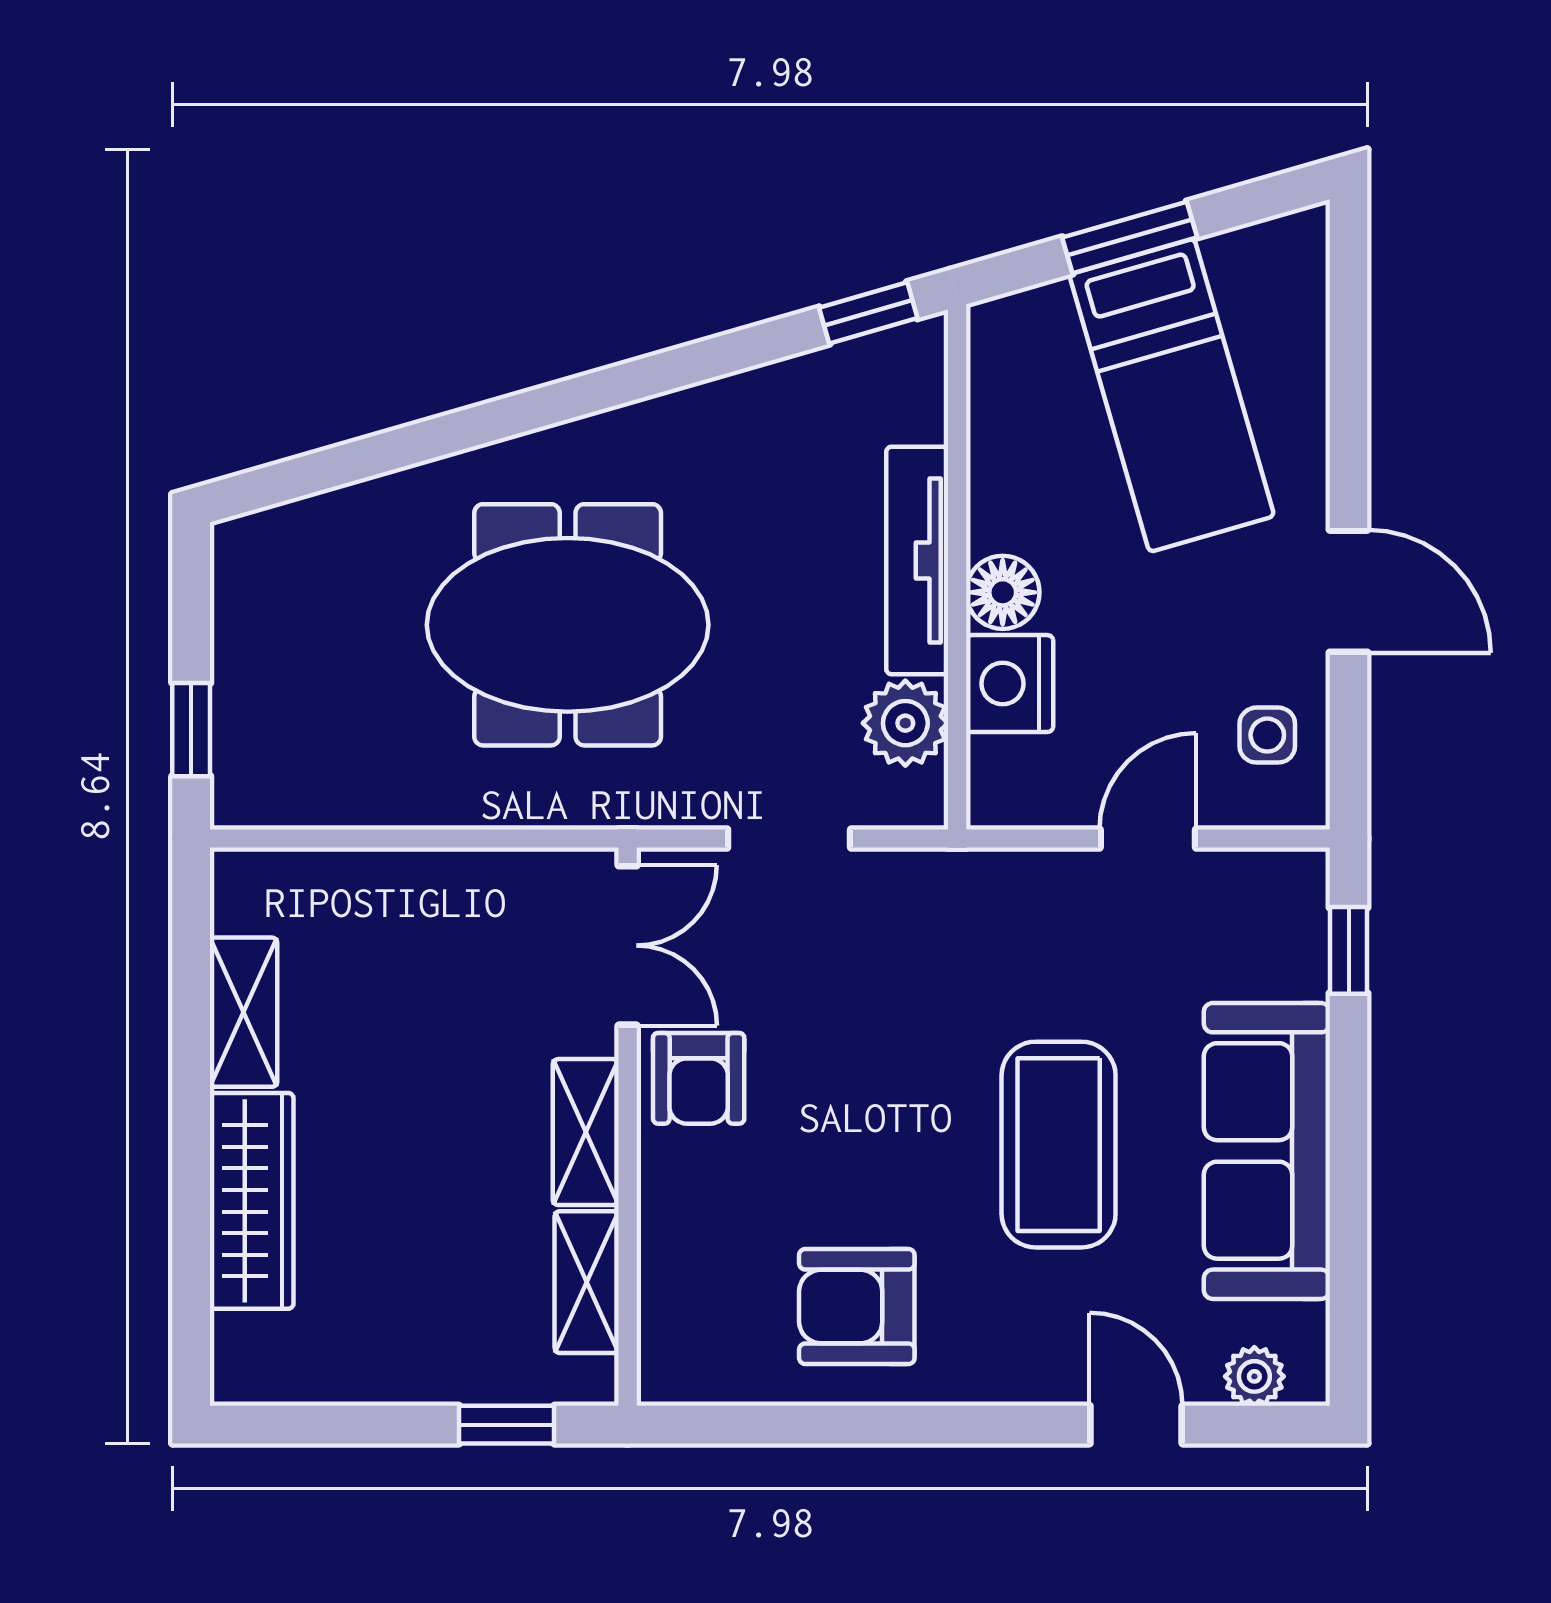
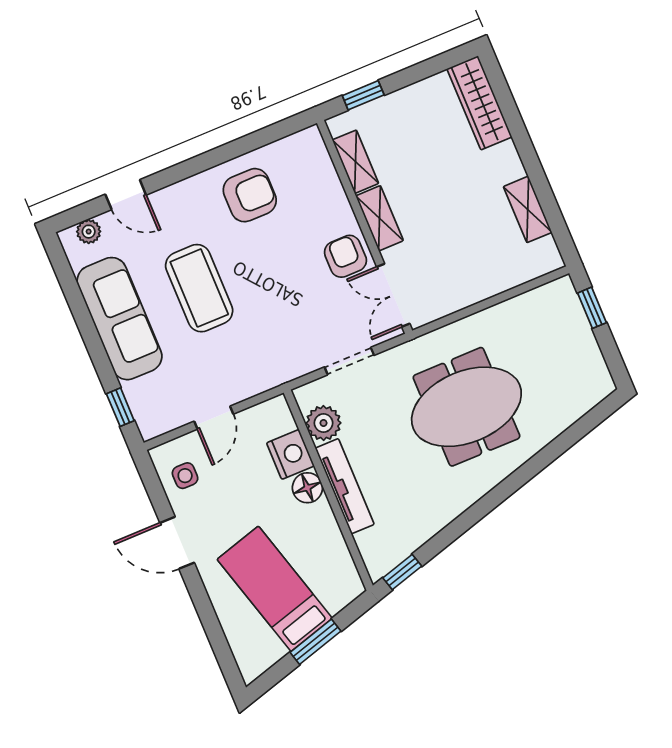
wardrobe: (252, 1201) -> (479, 103), moved

